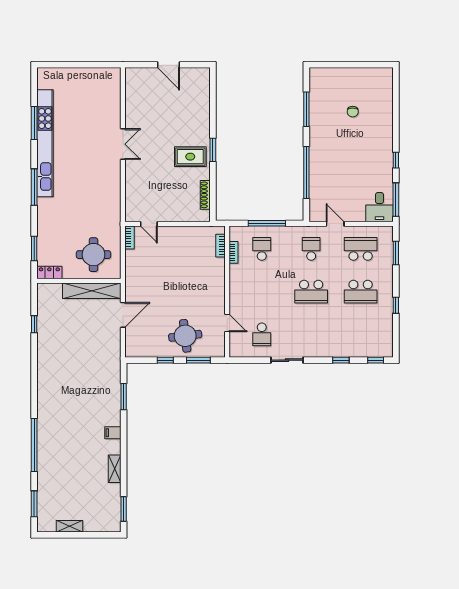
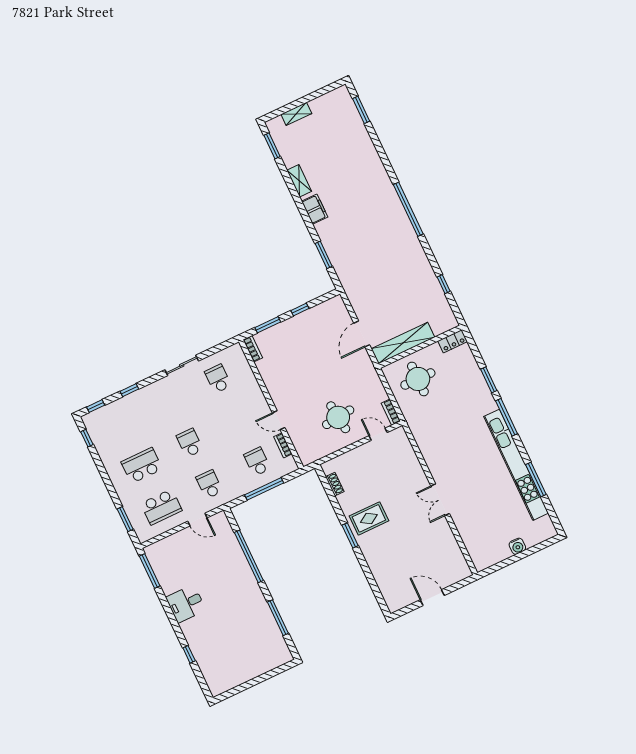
water cooler: (76, 74) -> (517, 546), added
chair: (353, 112) -> (232, 637), removed
window: (396, 160) -> (189, 654), moved
shoe rack: (205, 195) -> (335, 484), width x0.70
desk: (379, 207) -> (186, 604), moved, turned -90
bookcase: (221, 246) -> (253, 349), moved
window: (34, 248) -> (489, 380), moved
school desk: (262, 249) -> (257, 462), turned 180
school desk: (311, 249) -> (209, 484), turned 180
school desk: (311, 292) -> (190, 443), width x0.54
window: (396, 305) -> (87, 438), moved
door: (227, 323) -> (279, 420), moved
round table: (185, 336) -> (338, 417), moved
filing cabinet: (113, 433) -> (315, 209), width x2.00
window: (34, 445) -> (408, 209), moved
shelving: (70, 526) -> (296, 114), moved

